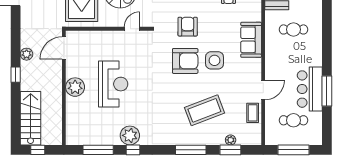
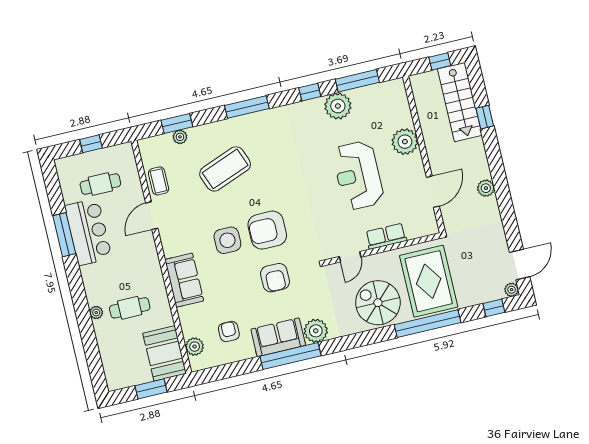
plant: (317, 32) -> (96, 313), added
row of seats: (104, 37) -> (386, 236), added
door: (64, 48) -> (433, 192), moved
window: (16, 75) -> (485, 117), moved
plant: (75, 87) -> (405, 142), moved
plant: (130, 135) -> (338, 106), moved
window: (191, 150) -> (247, 107), moved
window: (293, 150) -> (91, 144), width x0.46

